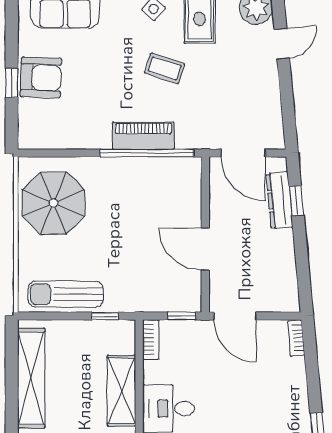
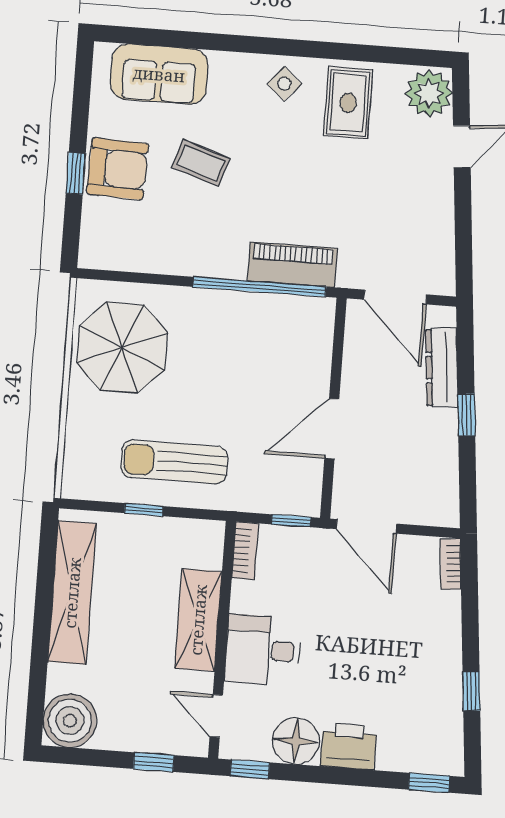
coffee table: (165, 68) -> (201, 163), moved
piano: (143, 136) -> (292, 265), moved
window: (296, 200) -> (466, 415), moved
door: (205, 249) -> (332, 429), hinge flipped
sun lounger: (66, 294) -> (174, 462), moved
window: (105, 316) -> (144, 510), moved

